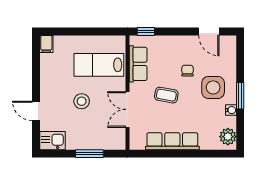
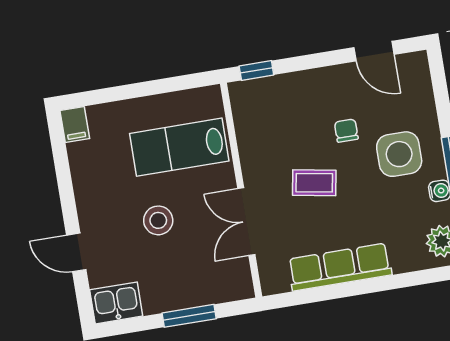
row of seats: (138, 64) -> (252, 133), removed

